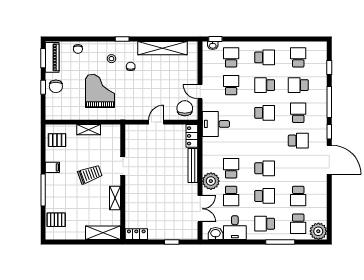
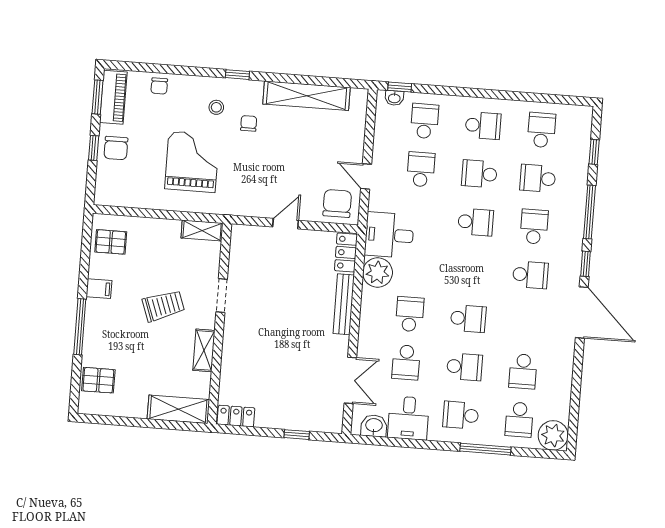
shelving: (89, 130) -> (202, 231), moved
plant: (211, 181) -> (378, 273), moved

